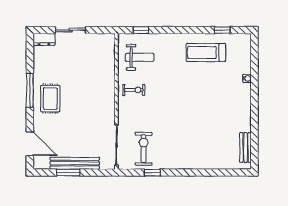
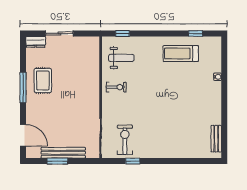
rug: (50, 99) -> (43, 80), moved

